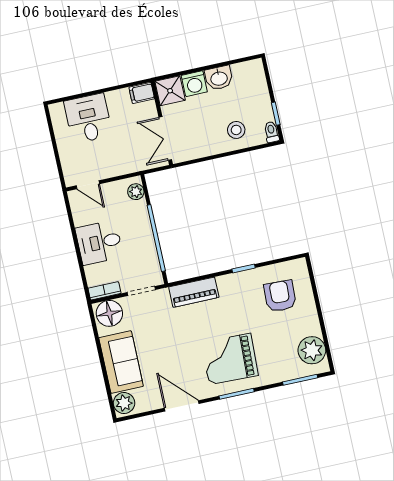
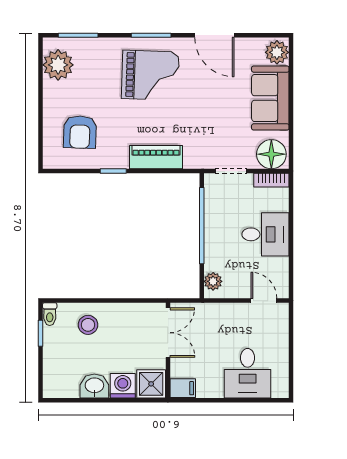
piano: (194, 292) -> (156, 157), moved

